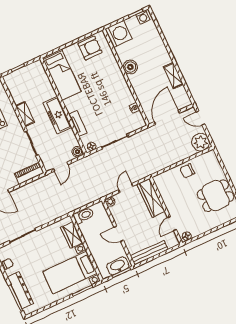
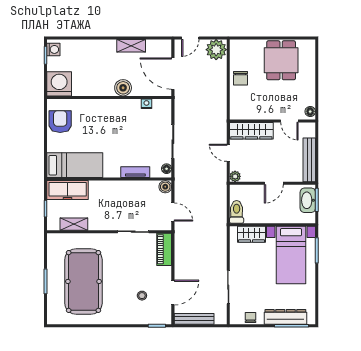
boiler: (130, 67) -> (123, 88), moved
shelving: (25, 114) -> (74, 224), moved
freezer: (57, 115) -> (68, 190), moved

